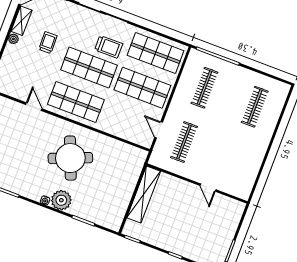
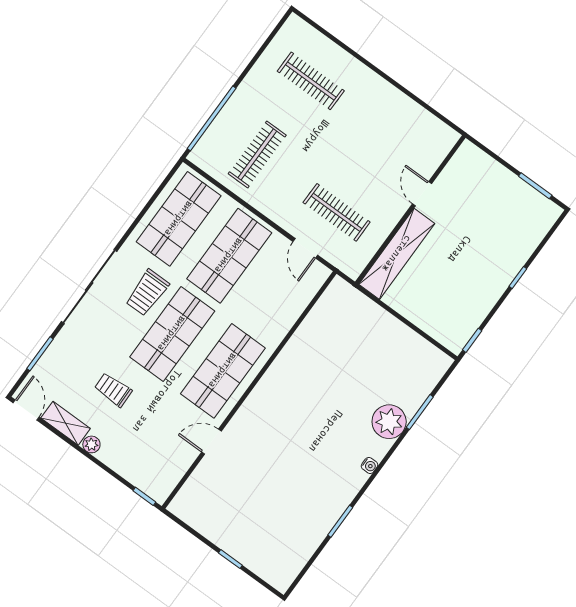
trolley: (109, 47) -> (147, 293), turned 180
clothes rail: (204, 88) -> (257, 154), turned 90
door: (159, 130) -> (305, 248), hinge flipped
round table: (70, 158) -> (312, 405), removed
door: (208, 188) -> (422, 194), swing flipped
shelving: (144, 195) -> (397, 254), moved, turned 90
plant: (61, 200) -> (389, 422), moved

